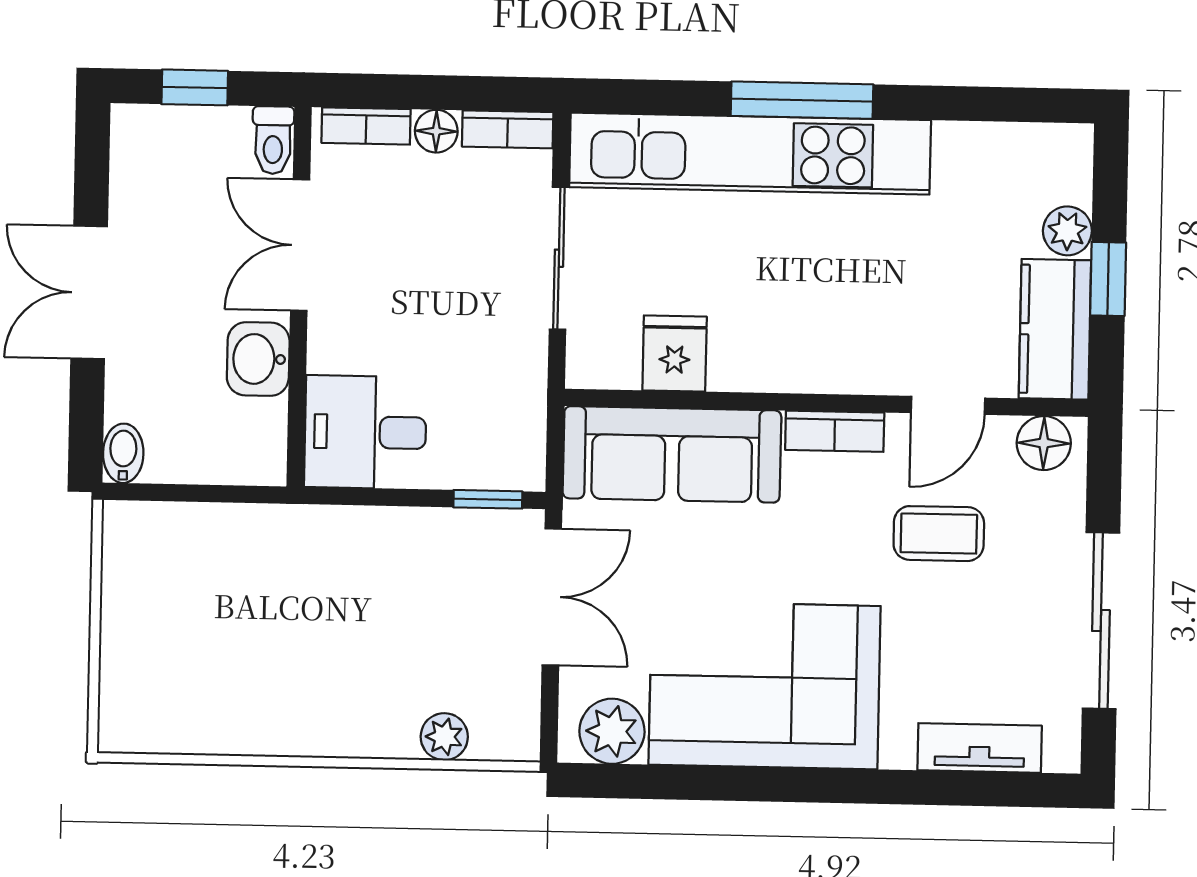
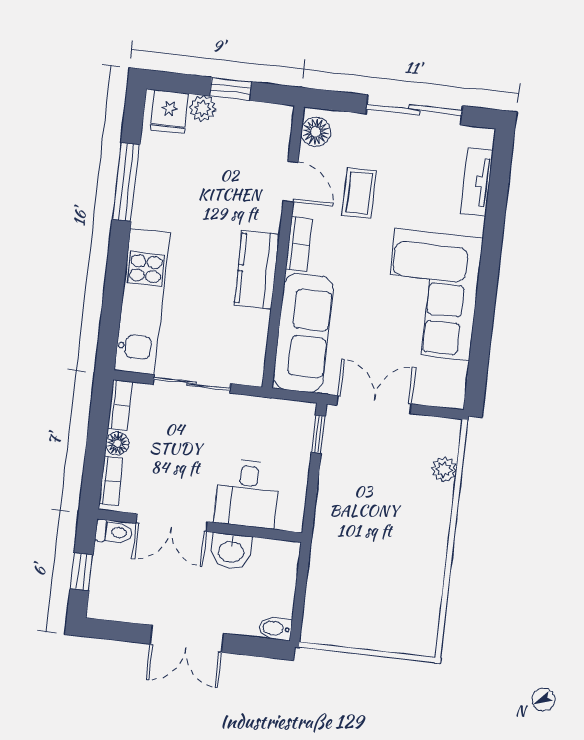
window: (802, 100) -> (126, 182), moved
kitchen unit: (750, 154) -> (142, 301), width x0.73
kitchen counter: (1055, 329) -> (257, 270), moved, turned 90
fridge: (675, 353) -> (169, 112), moved, turned -90
desk: (365, 432) -> (247, 494), moved
plant: (612, 731) -> (449, 379), removed

